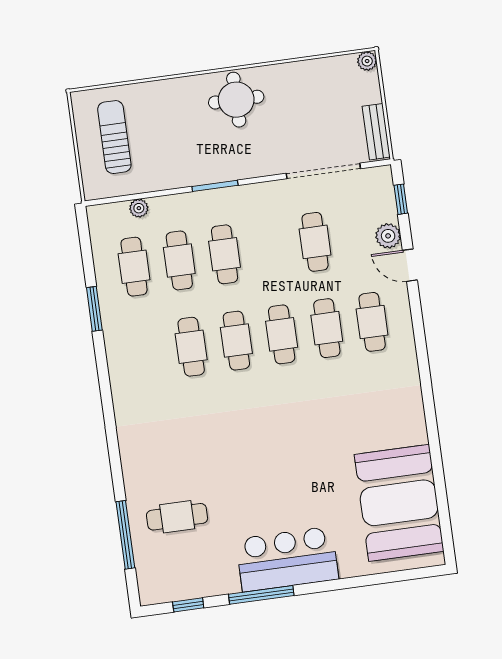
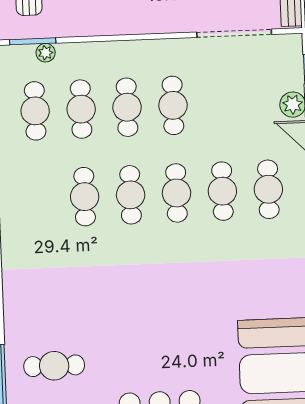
window: (215, 186) -> (33, 41), moved
cafe table: (315, 242) -> (173, 105), moved

